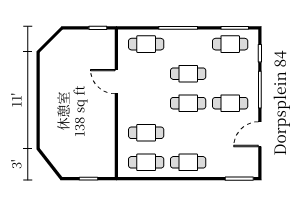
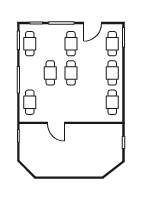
door: (116, 82) -> (56, 123), hinge flipped
cafe table: (146, 133) -> (112, 44), moved
door: (260, 134) -> (93, 23), hinge flipped

